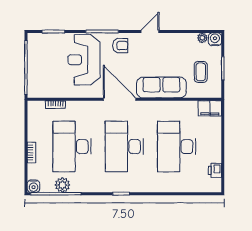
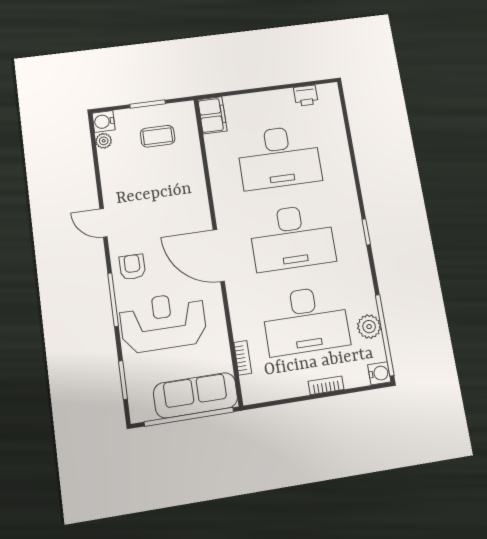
reception desk: (84, 60) -> (163, 322), turned 180
sofa: (161, 87) -> (196, 395), moved, turned 90
door: (120, 99) -> (219, 256), hinge flipped

